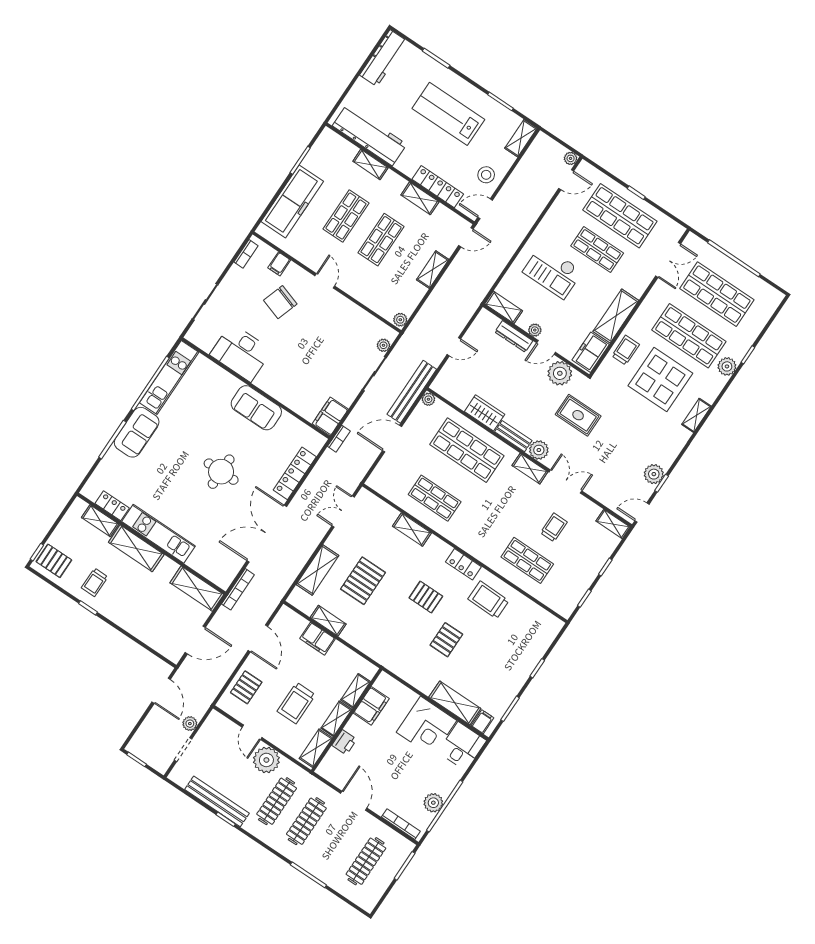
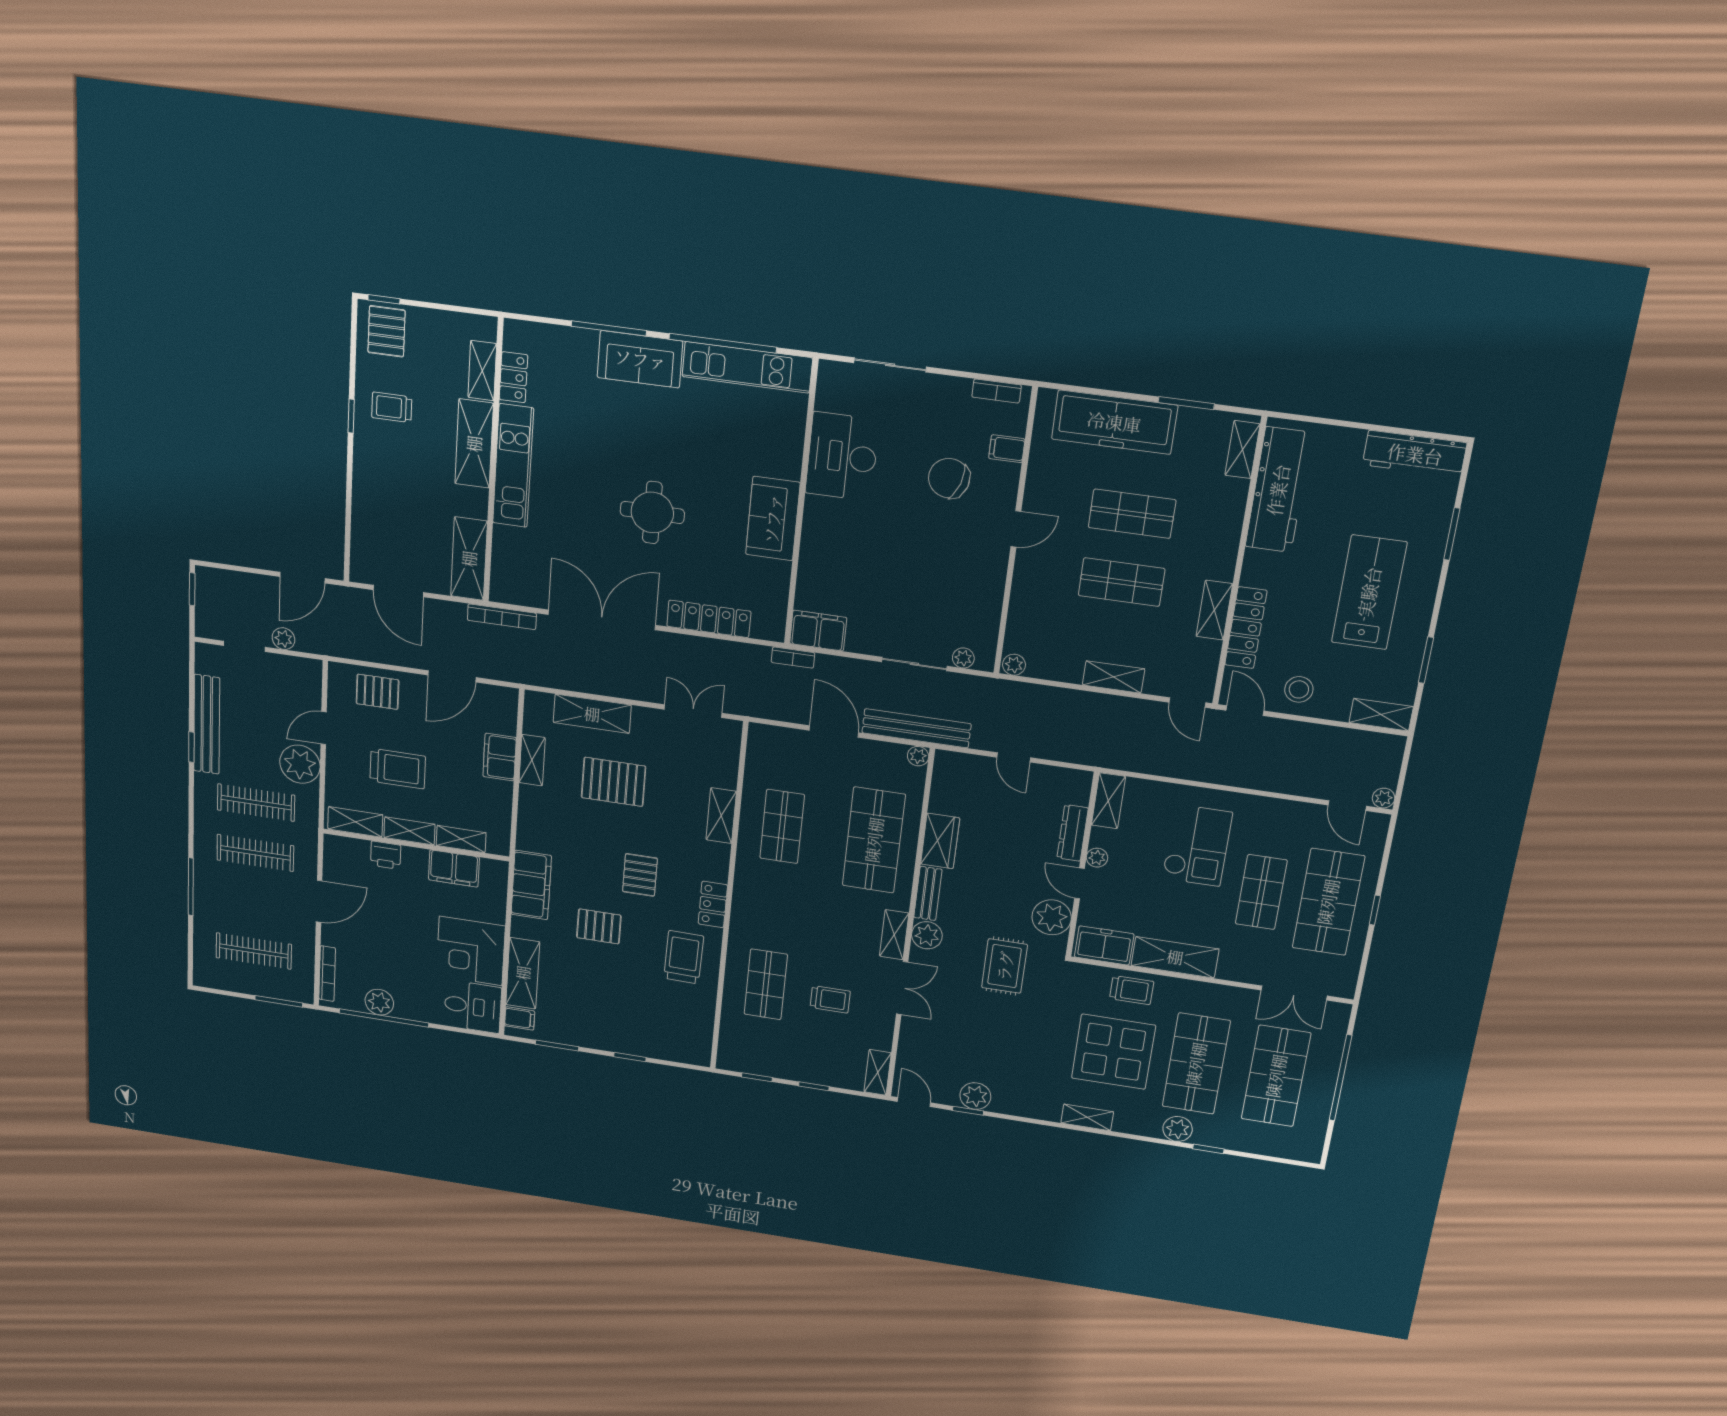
shelving: (370, 165) -> (1242, 450), moved
checkout: (553, 271) -> (1197, 845), turned 180
filing cabinet: (403, 665) -> (531, 885), added
trolley: (296, 703) -> (398, 769), turned 180

